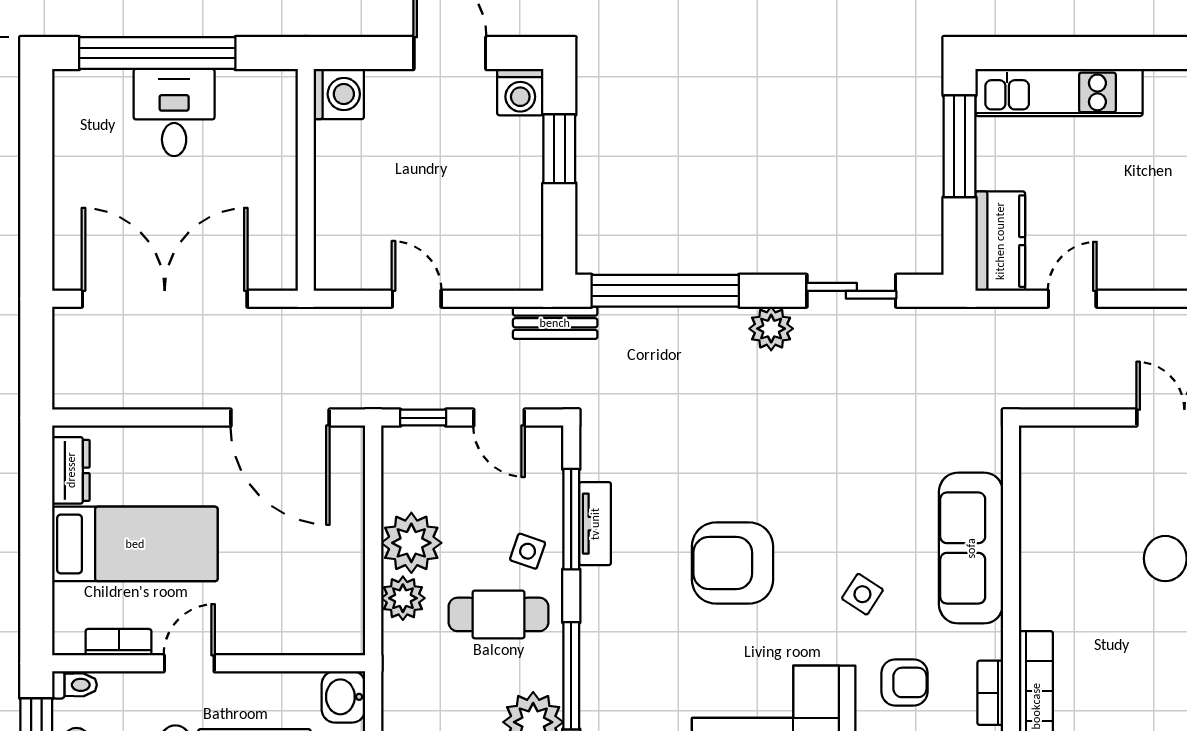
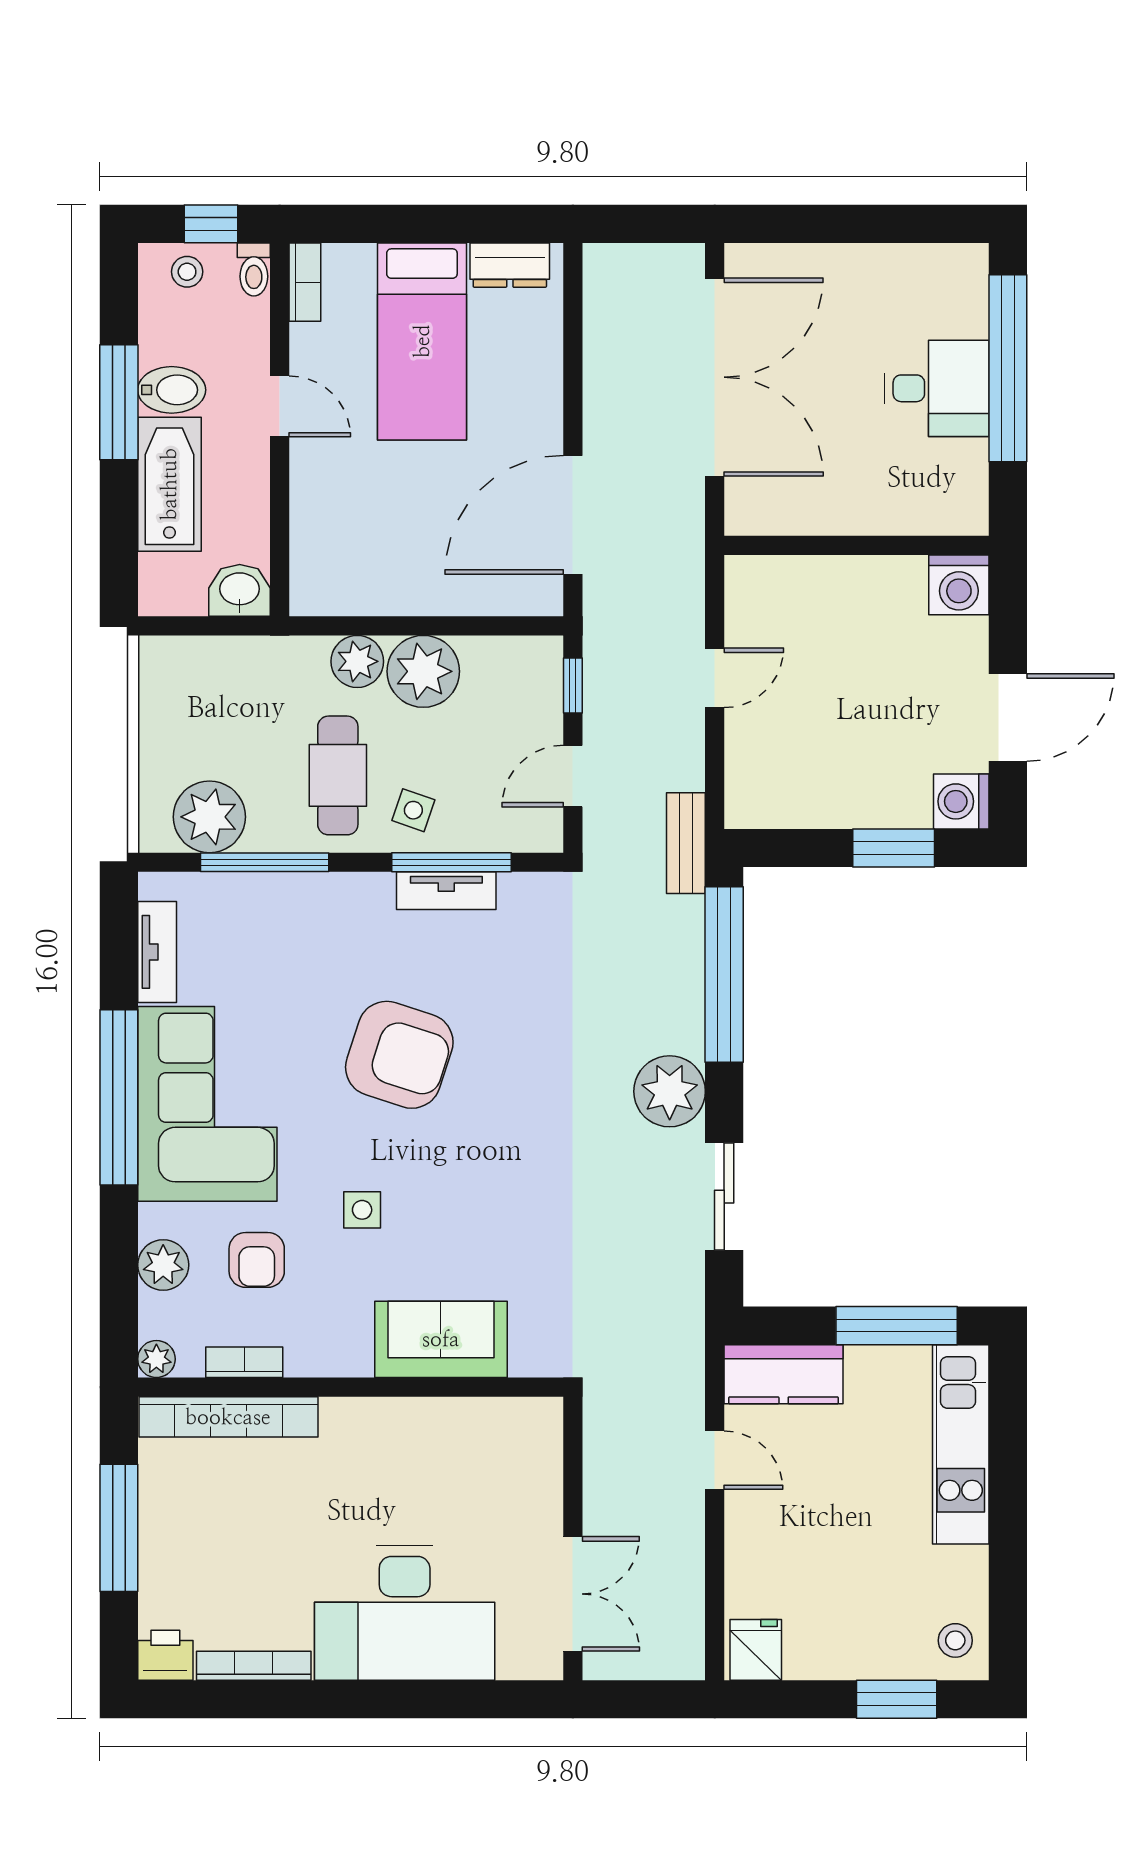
plant: (771, 329) -> (670, 1091), width x1.36, depth x1.36
sofa: (971, 548) -> (441, 1339), width x0.73
armchair: (733, 563) -> (399, 1055), turned 108
side table: (862, 594) -> (362, 1210), turned -33
bookcase: (119, 642) -> (305, 282), moved

